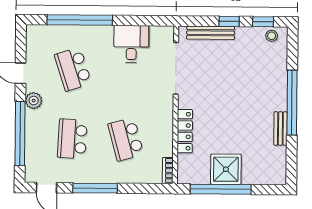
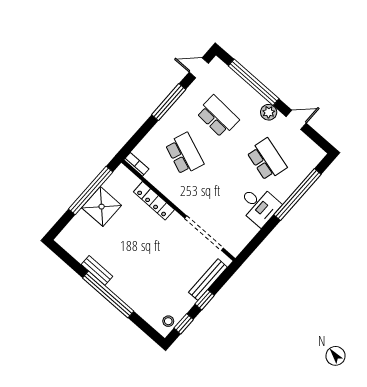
desk: (131, 44) -> (259, 205), moved
school desk: (73, 69) -> (267, 160), turned 33
school desk: (126, 139) -> (184, 154), turned 36

